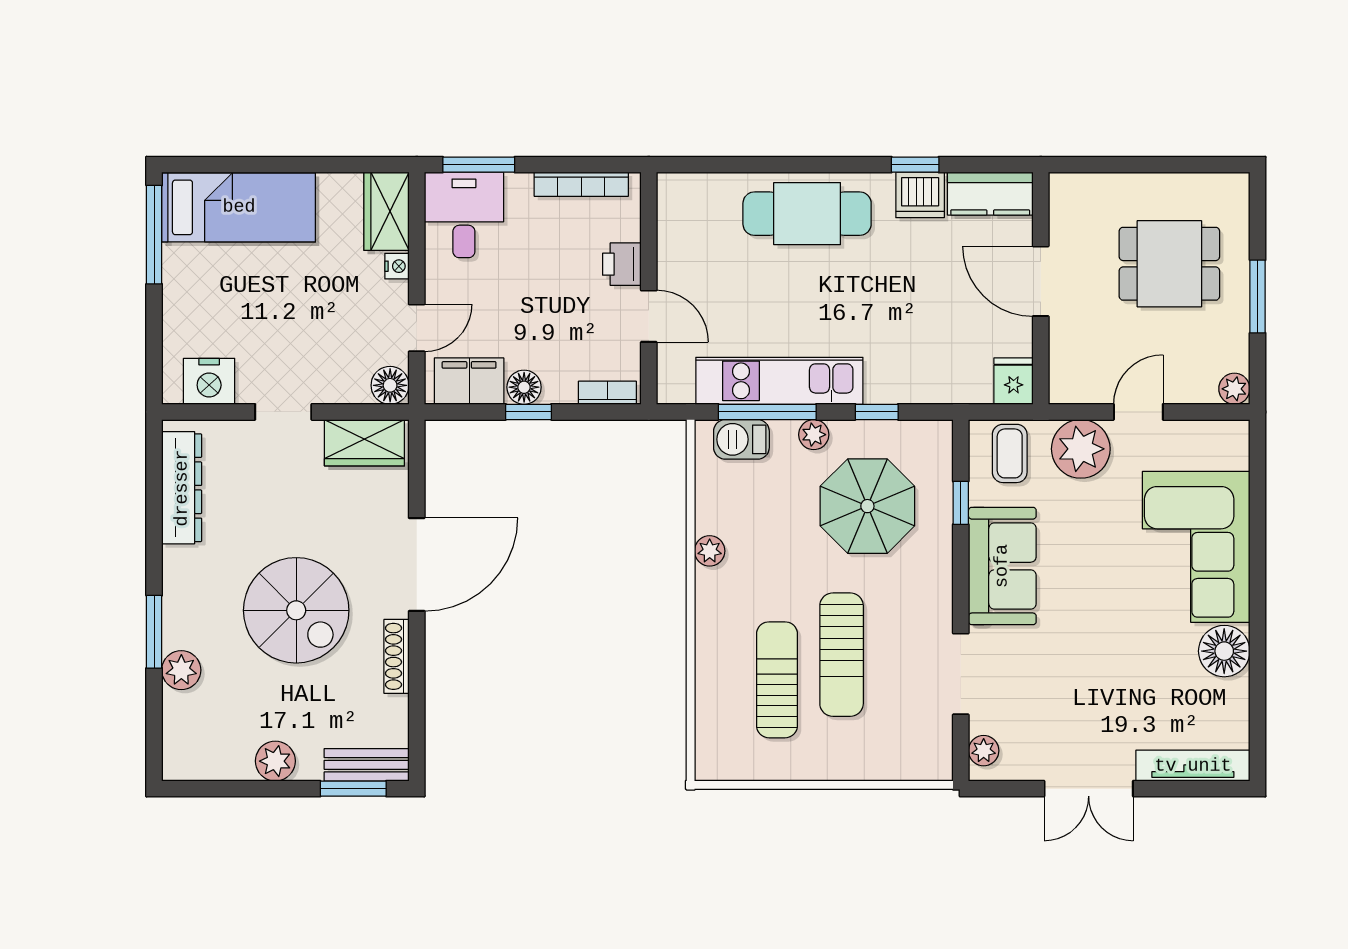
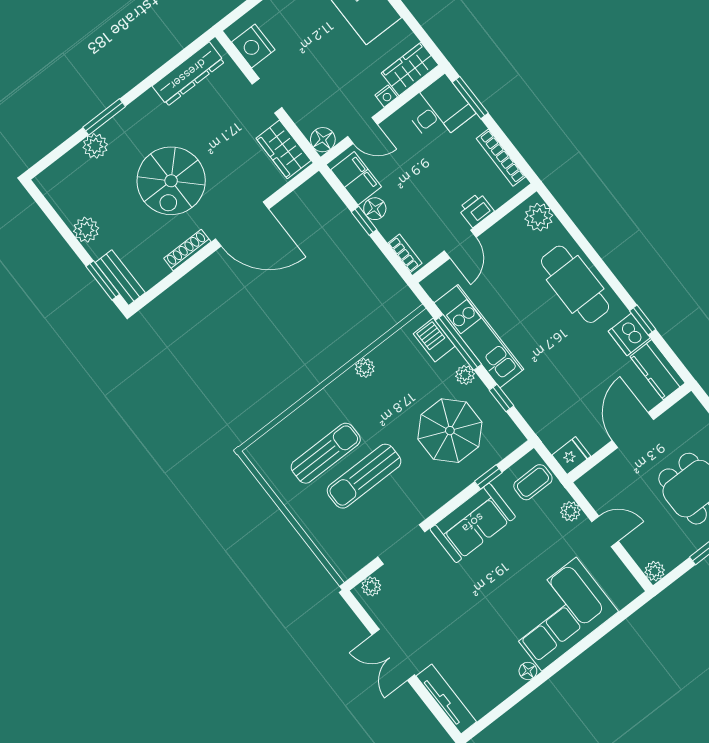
plant: (690, 194) -> (539, 217), added
plant: (1081, 449) -> (570, 511), width x0.53, depth x0.53
floor lamp: (1224, 651) -> (528, 671), width x0.53, depth x0.53

